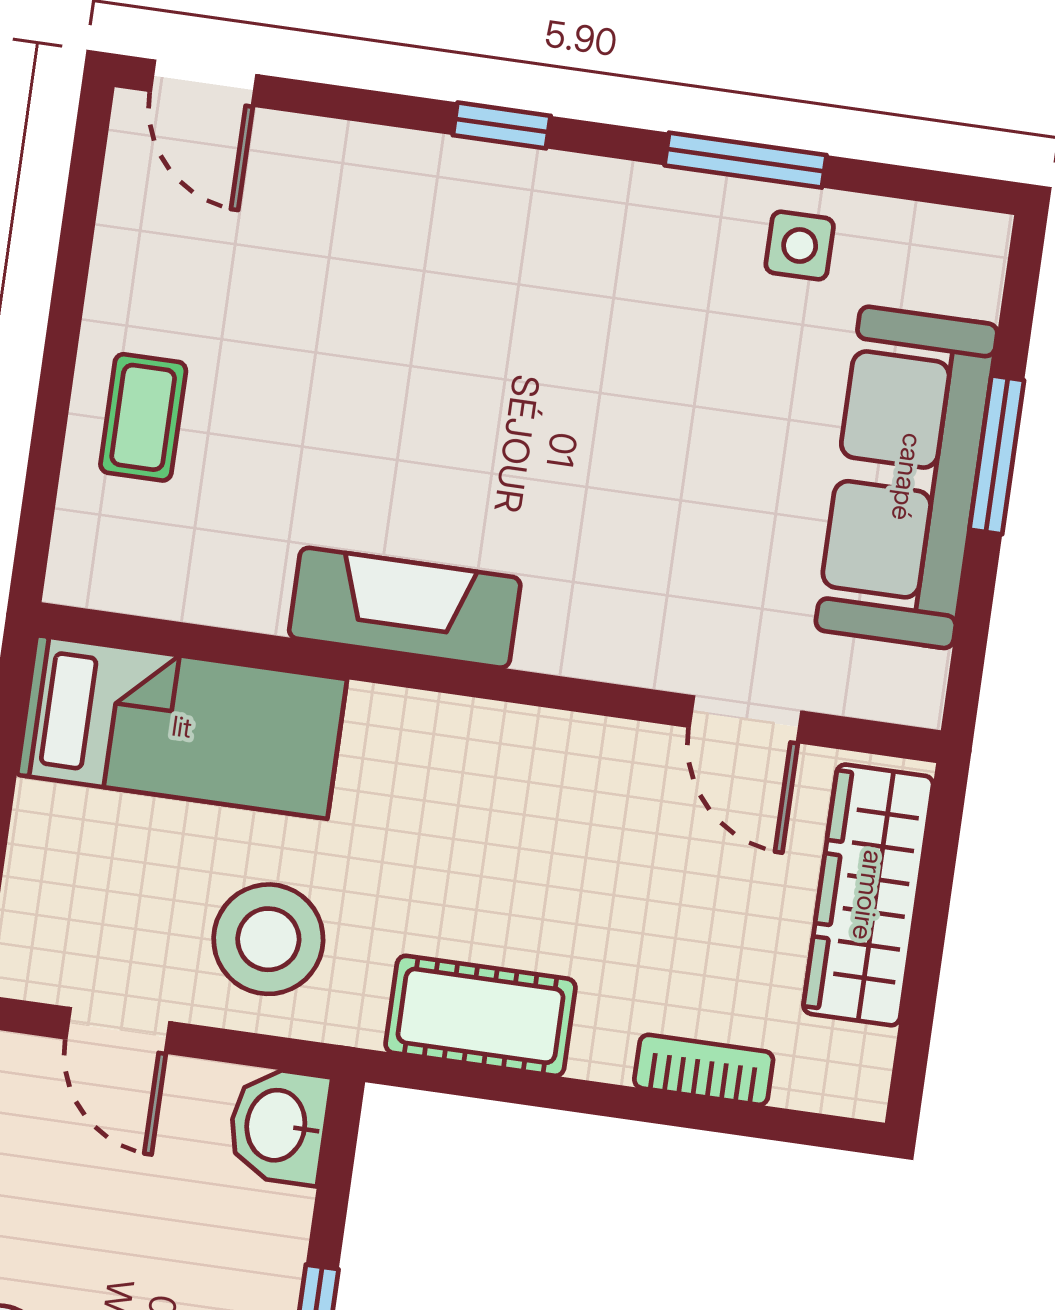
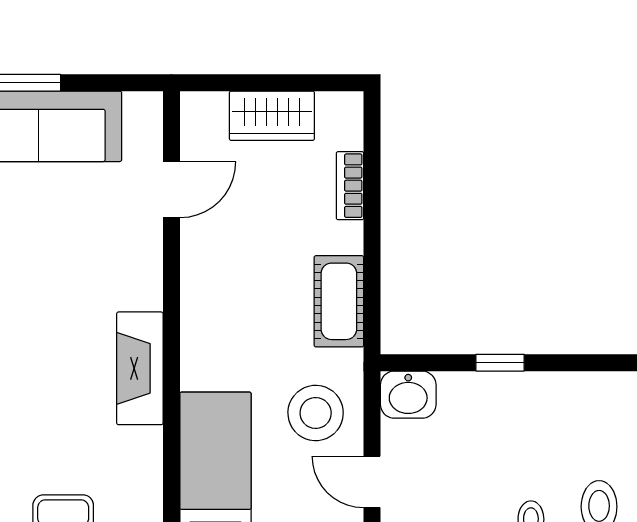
wardrobe: (868, 895) -> (272, 116), width x0.67
door: (118, 1030) -> (372, 482), swing flipped

